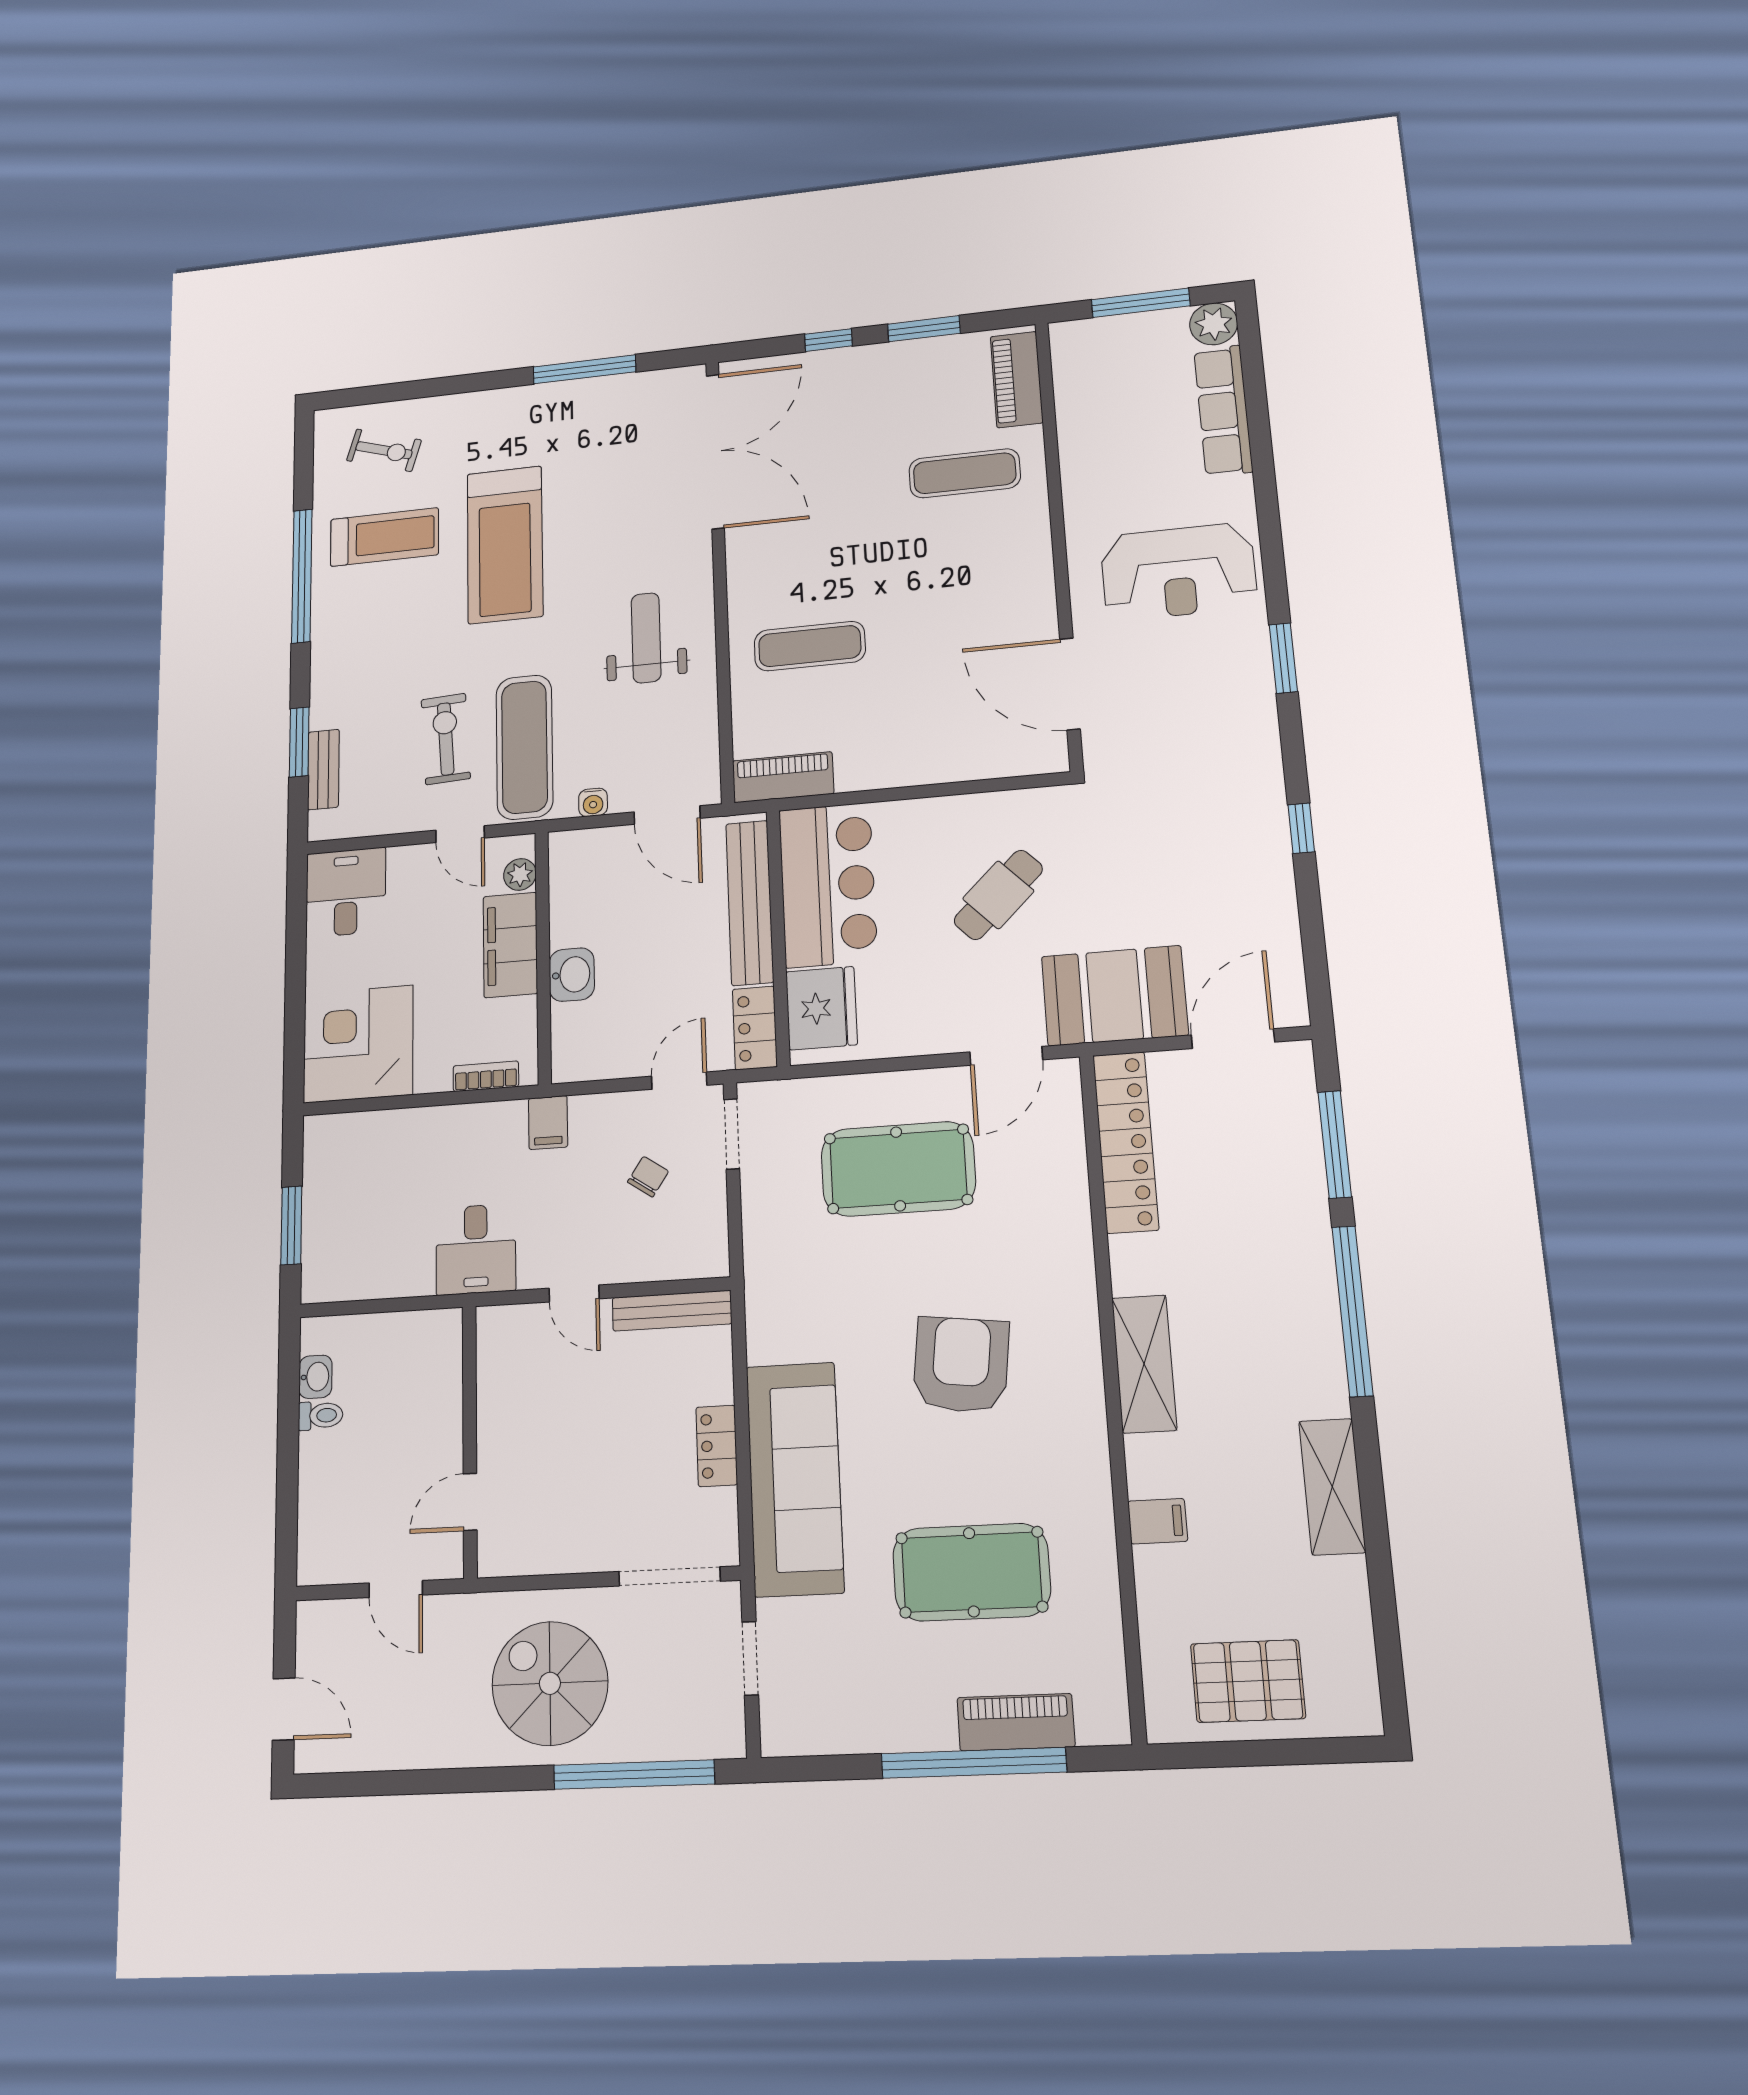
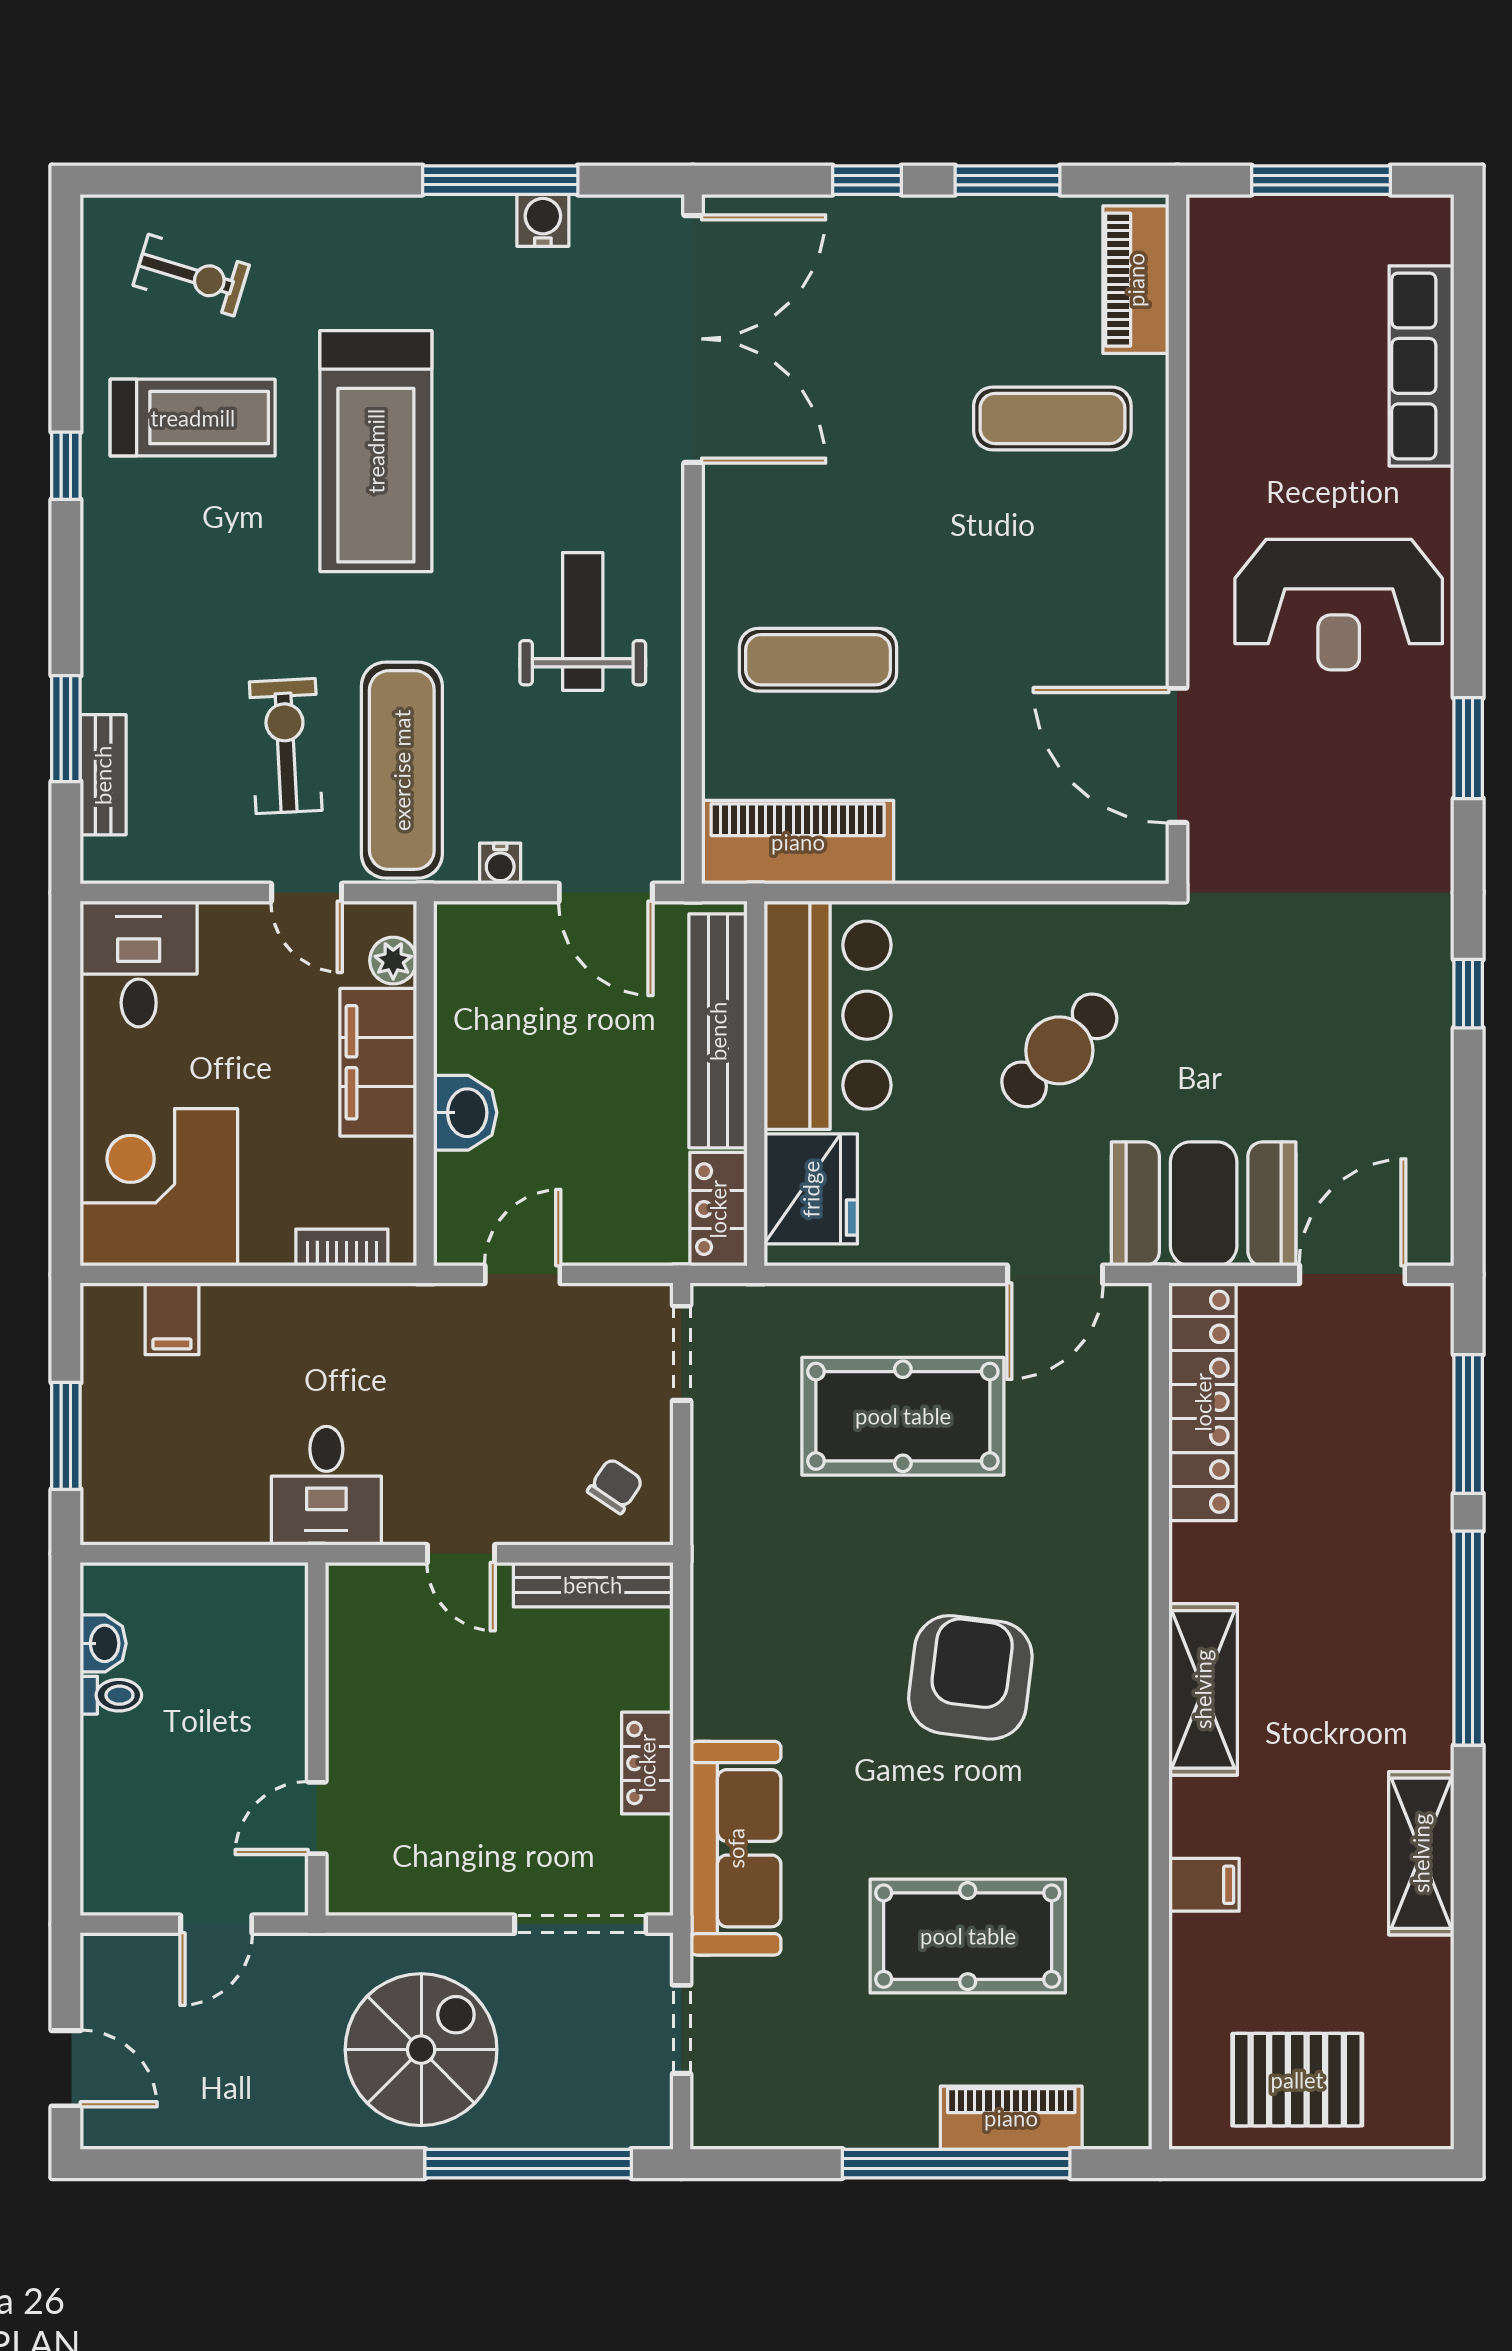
plant: (1214, 324) -> (1420, 228), removed
water cooler: (613, 390) -> (543, 220), added
window: (302, 576) -> (66, 466), width x0.32
piano: (783, 777) -> (798, 842), width x1.37, depth x1.33
door: (679, 1081) -> (523, 1274), moved
filing cabinet: (548, 1123) -> (172, 1319), moved
chair: (648, 1177) -> (615, 1486), moved
sofa: (795, 1479) -> (736, 1848), width x0.74, depth x0.79
door: (396, 1589) -> (216, 1924), hinge flipped
spiral stairs: (550, 1683) -> (421, 2050), turned 90

